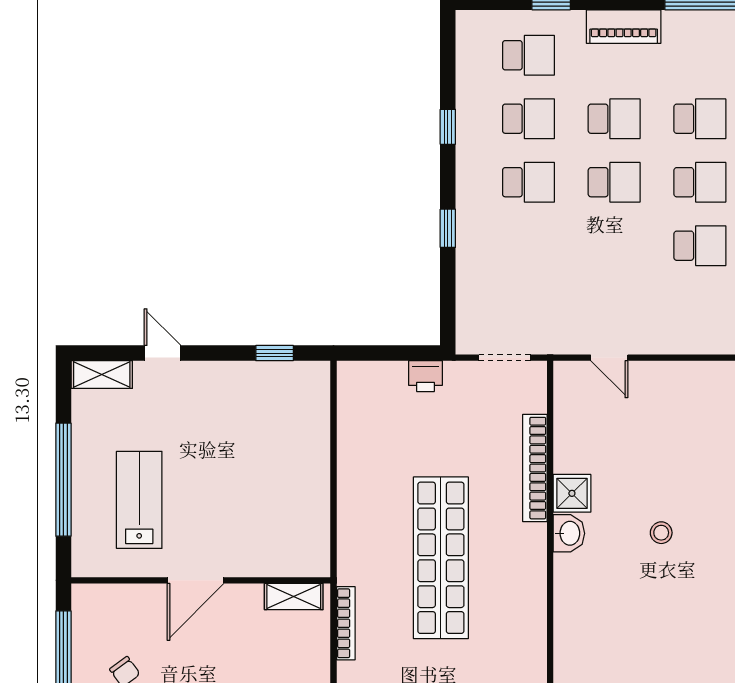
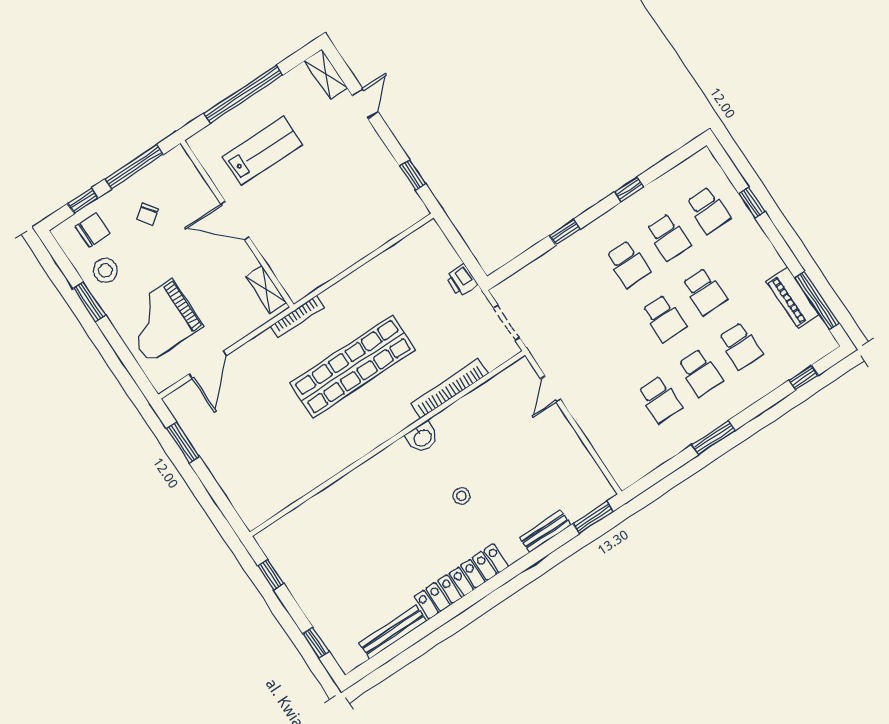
piano: (624, 27) -> (793, 298), moved
shower: (572, 493) -> (449, 423), removed
bookcase: (346, 623) -> (297, 317), moved

